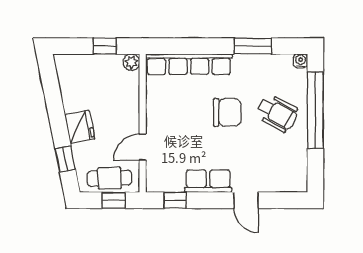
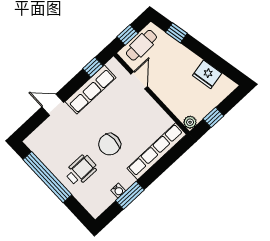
water cooler: (301, 61) -> (118, 191), moved
window: (315, 110) -> (47, 177), moved
wheelchair: (277, 113) -> (81, 170), turned 151
fridge: (80, 127) -> (207, 74), moved
row of seats: (208, 181) -> (91, 90), width x1.48

